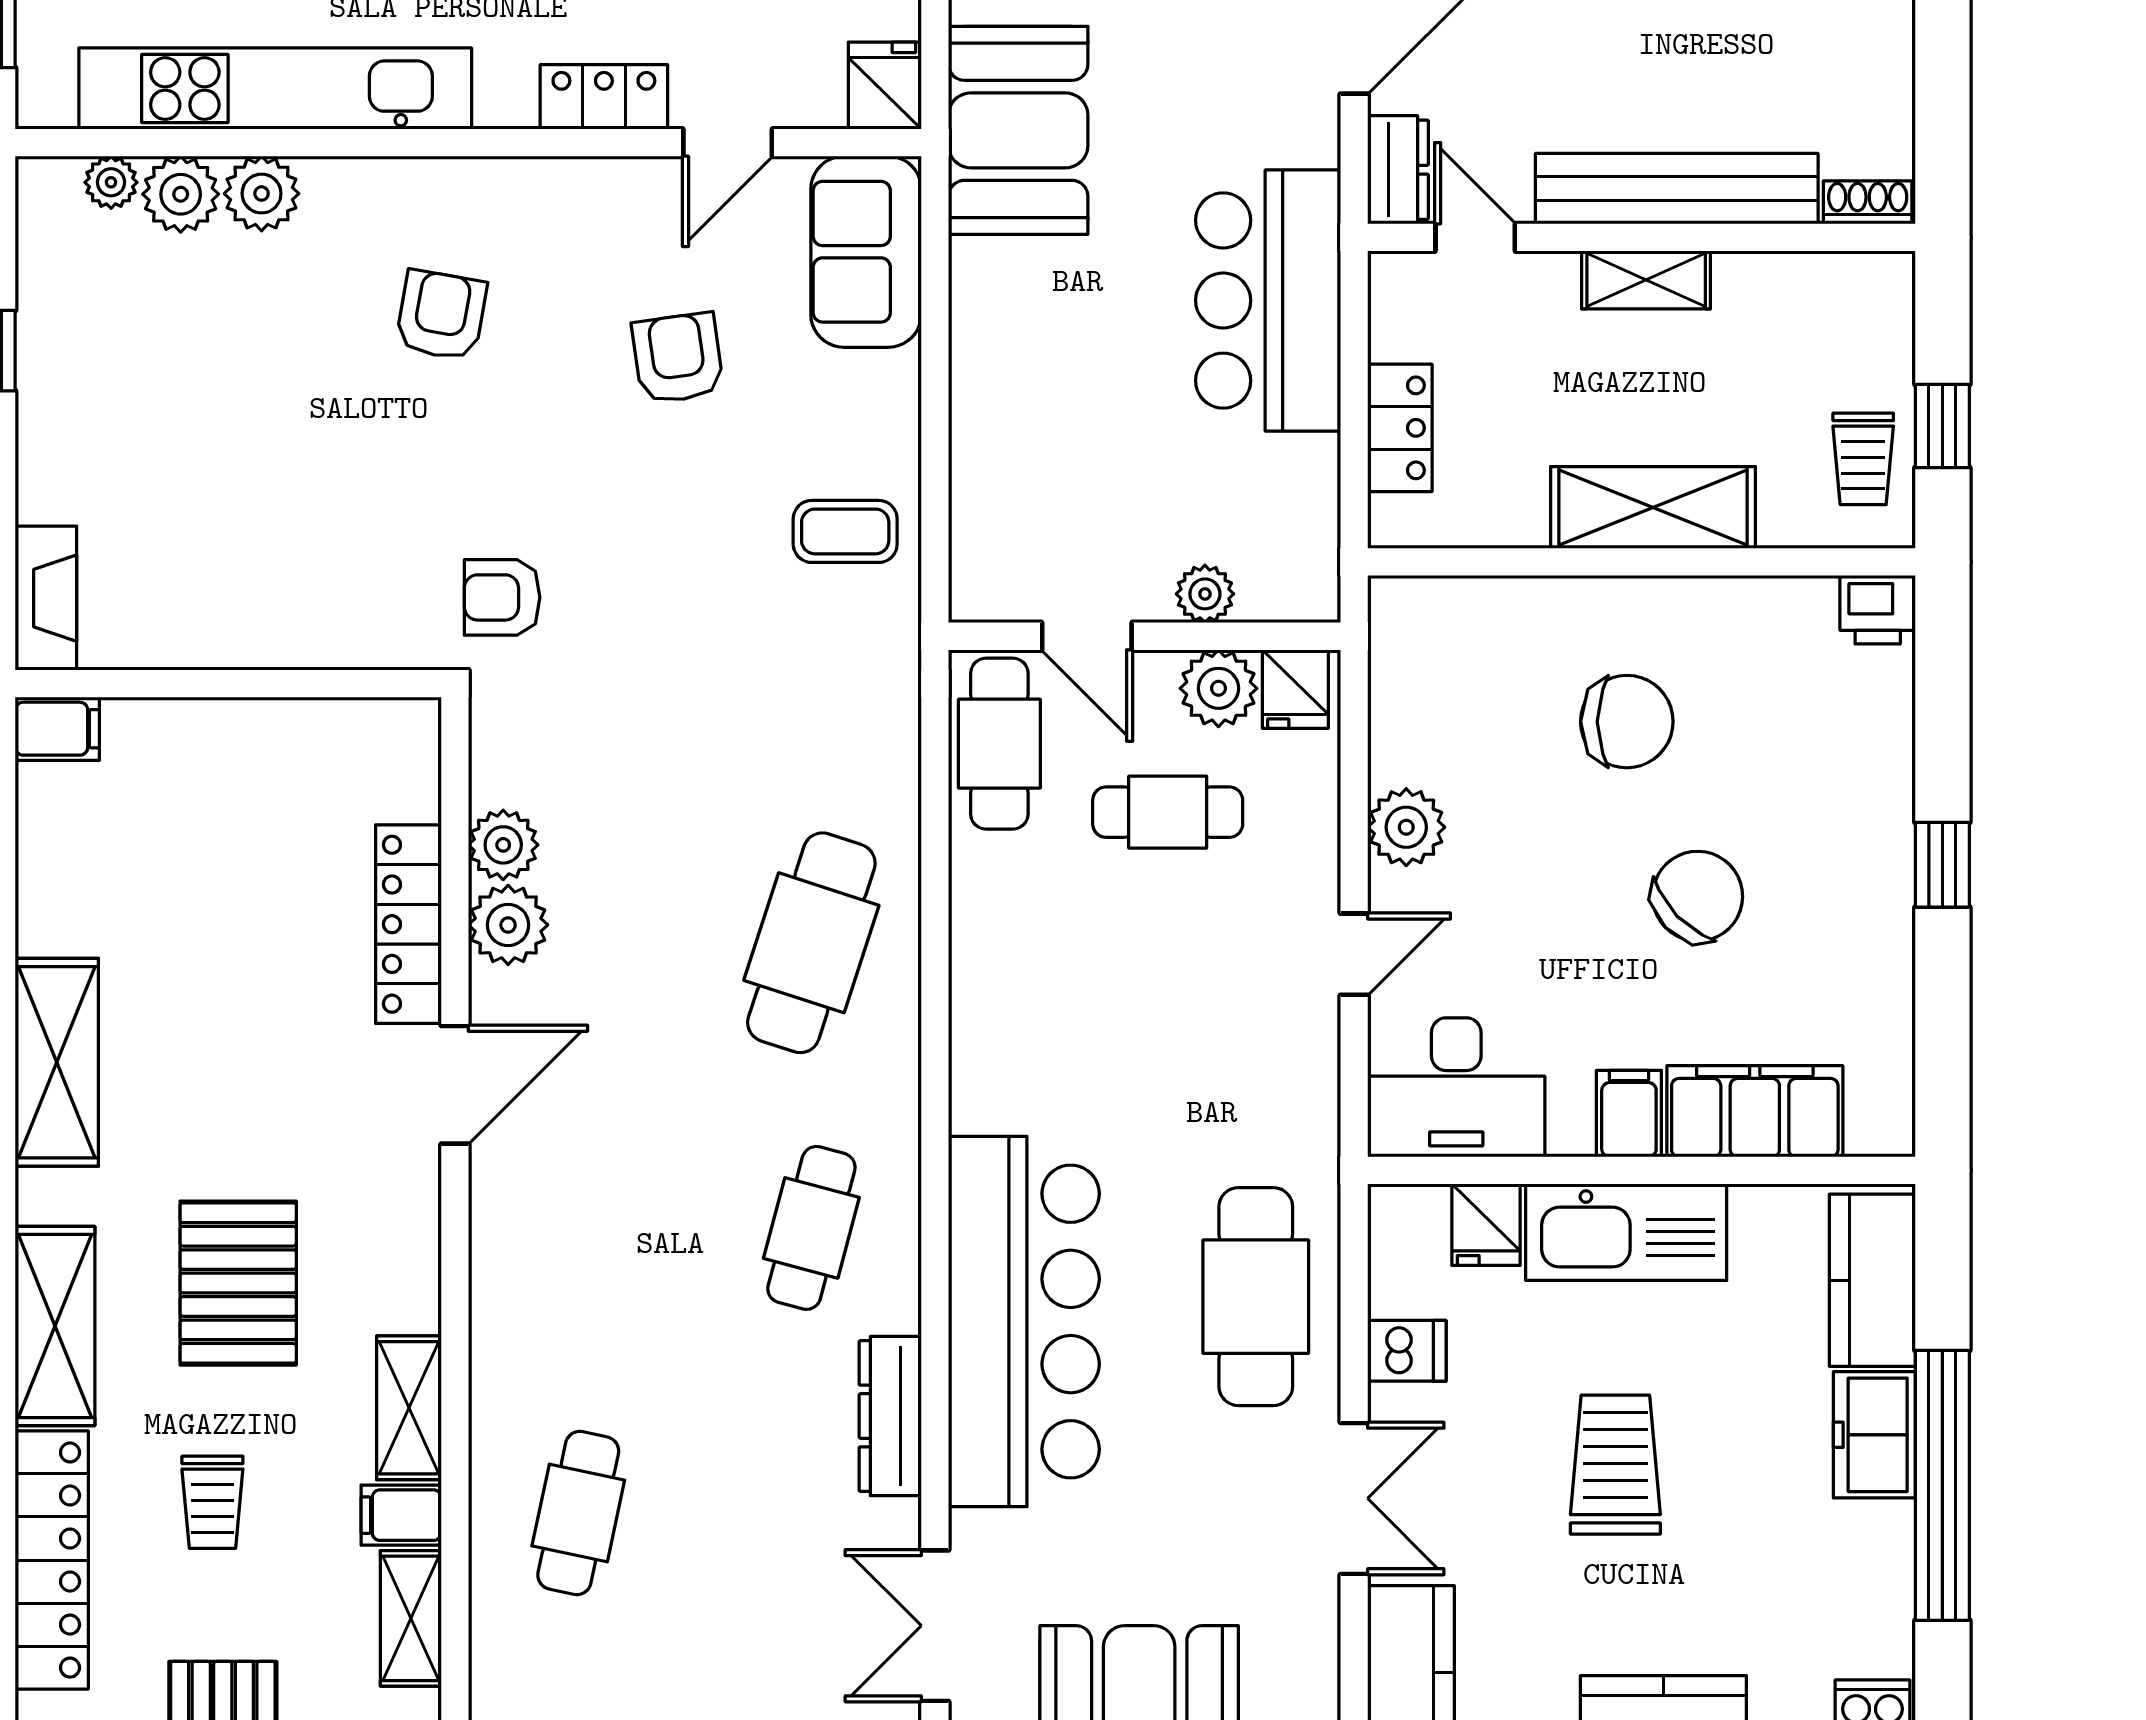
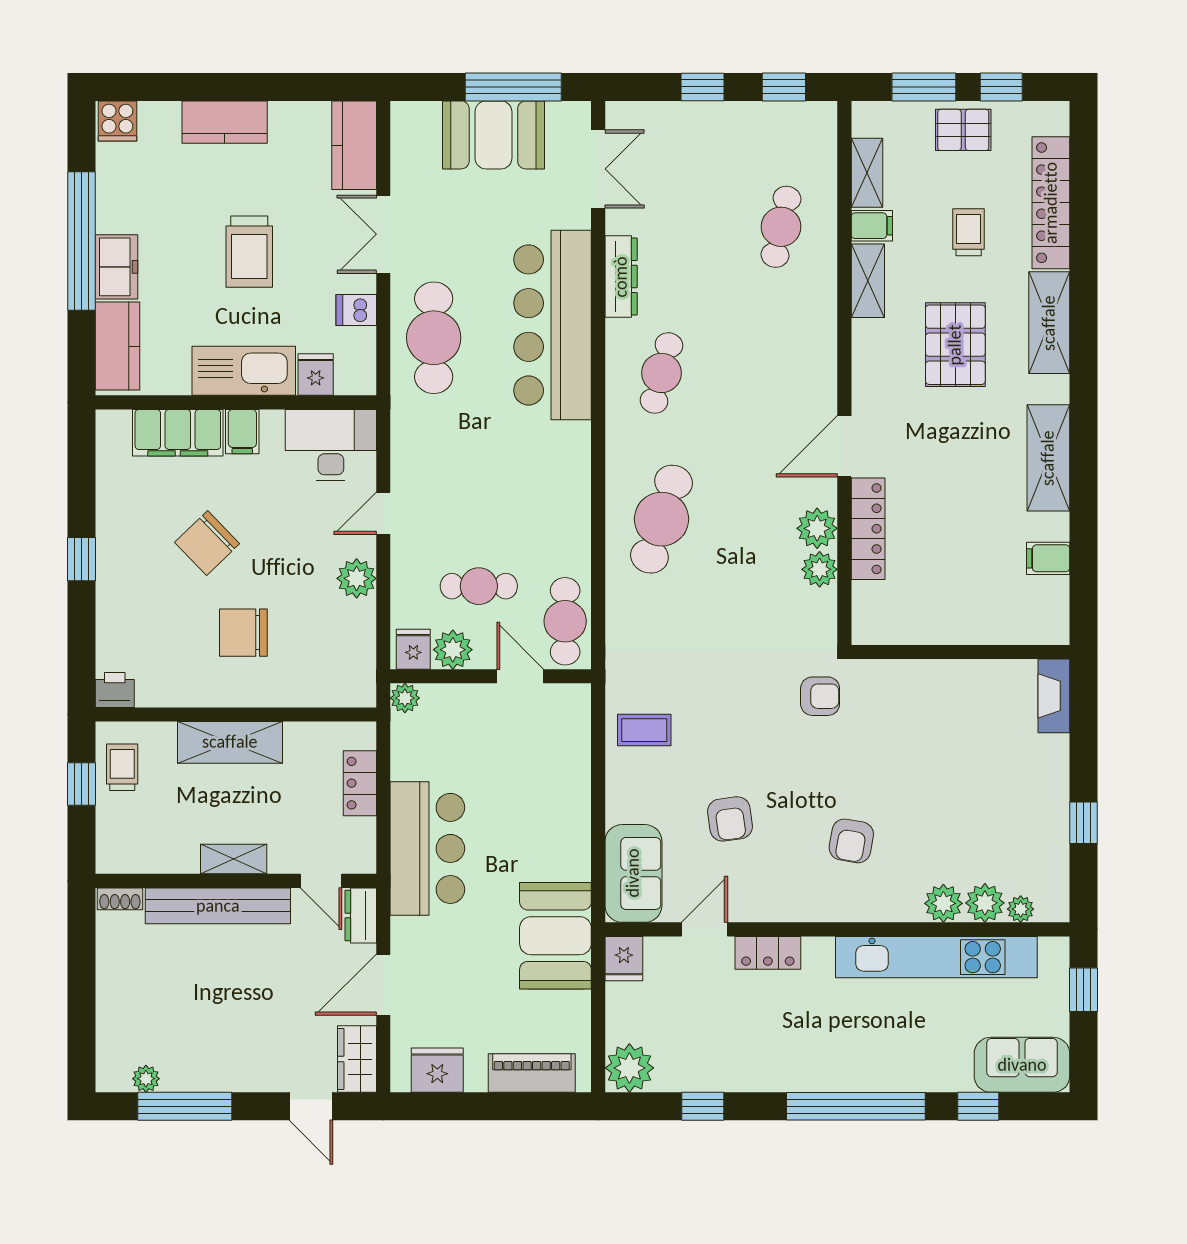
plant: (1205, 594) -> (405, 698), moved
filing cabinet: (57, 729) -> (1048, 558), moved

